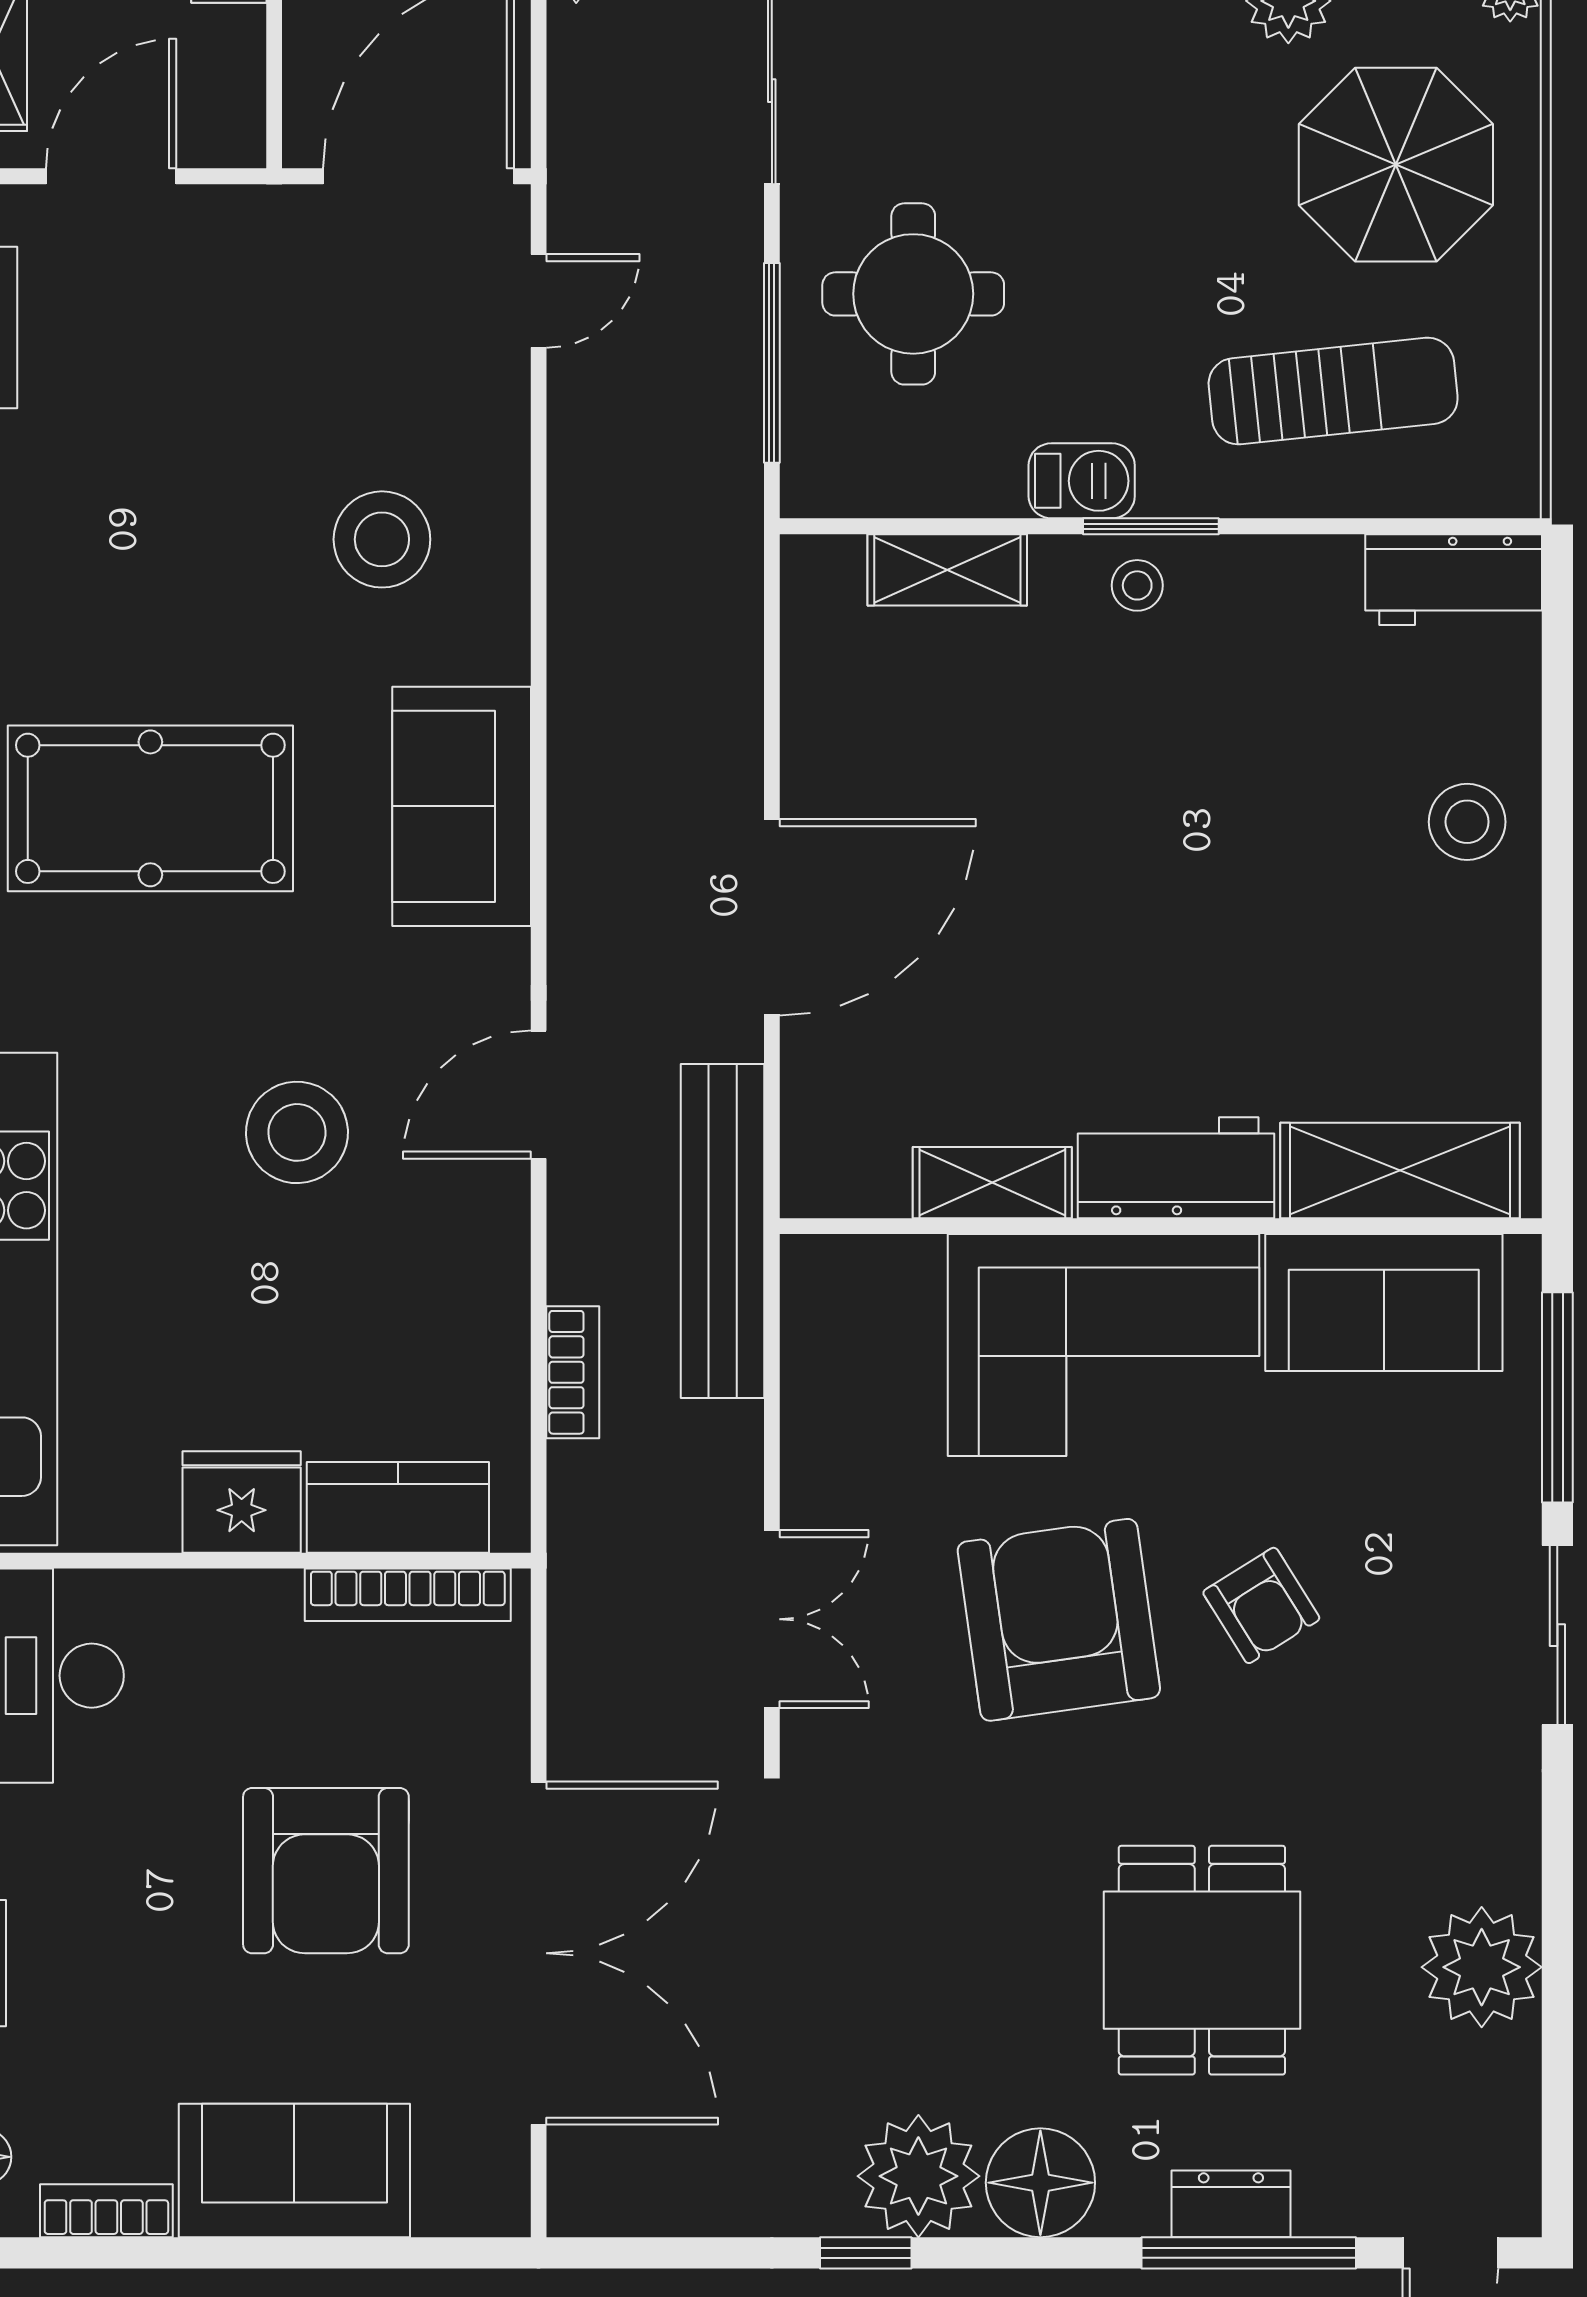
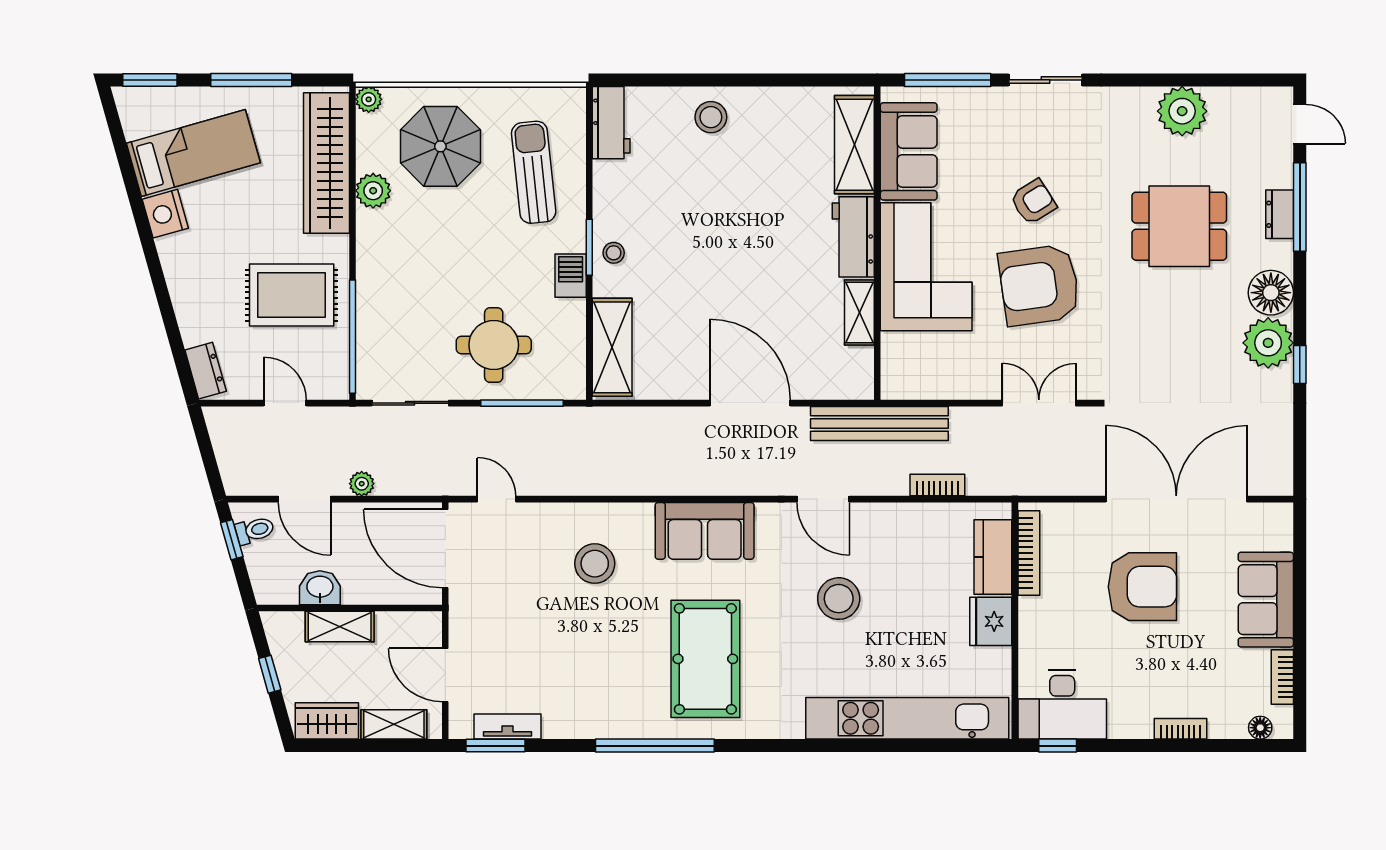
shelving: (947, 570) -> (612, 347), width x1.50, depth x1.33

